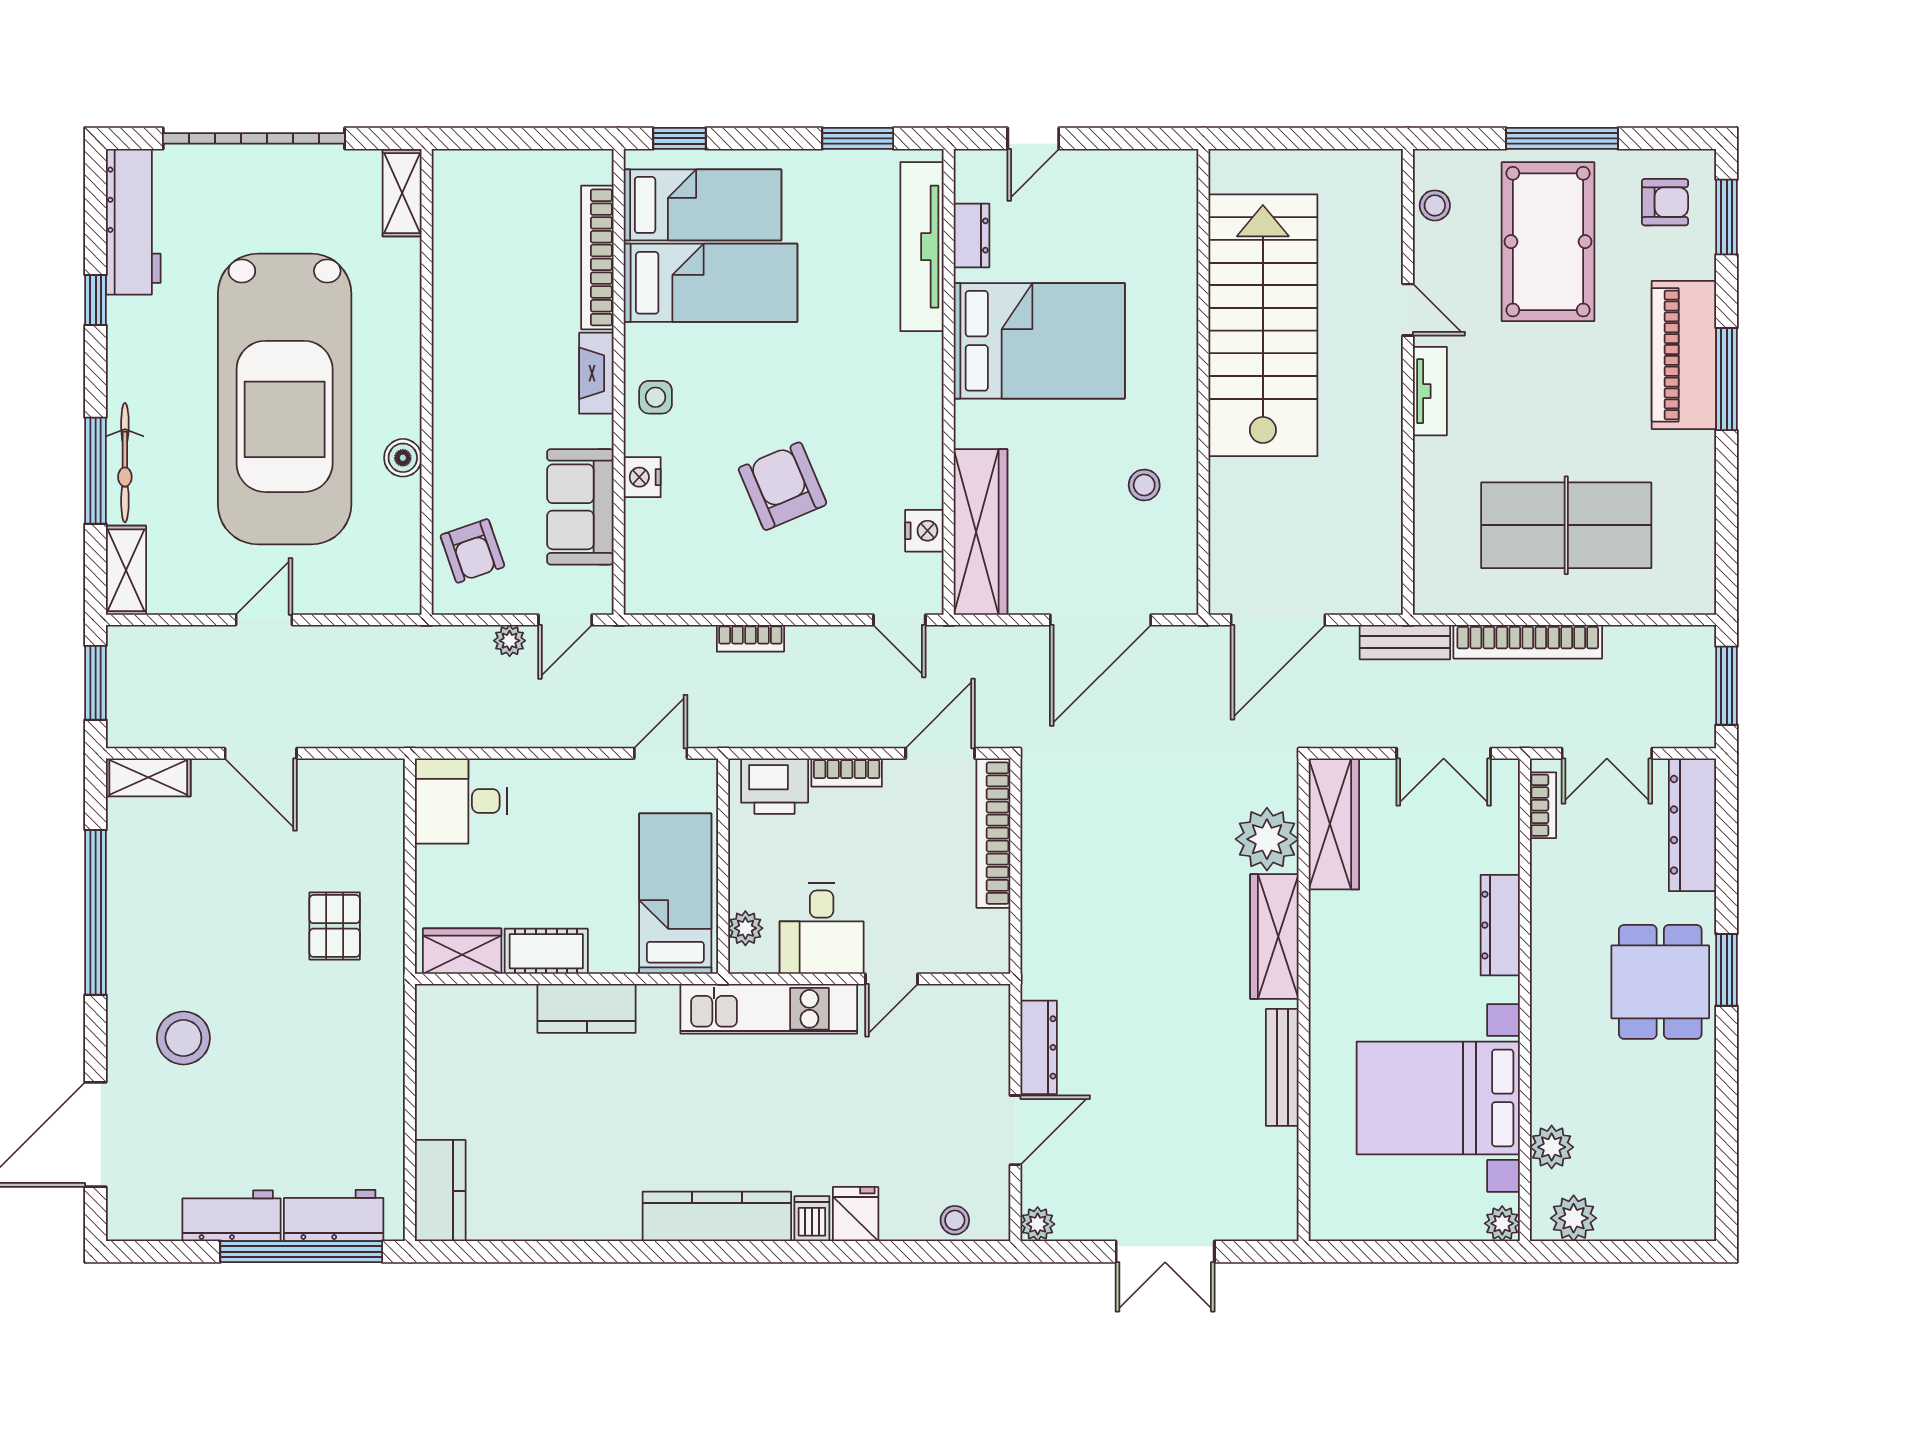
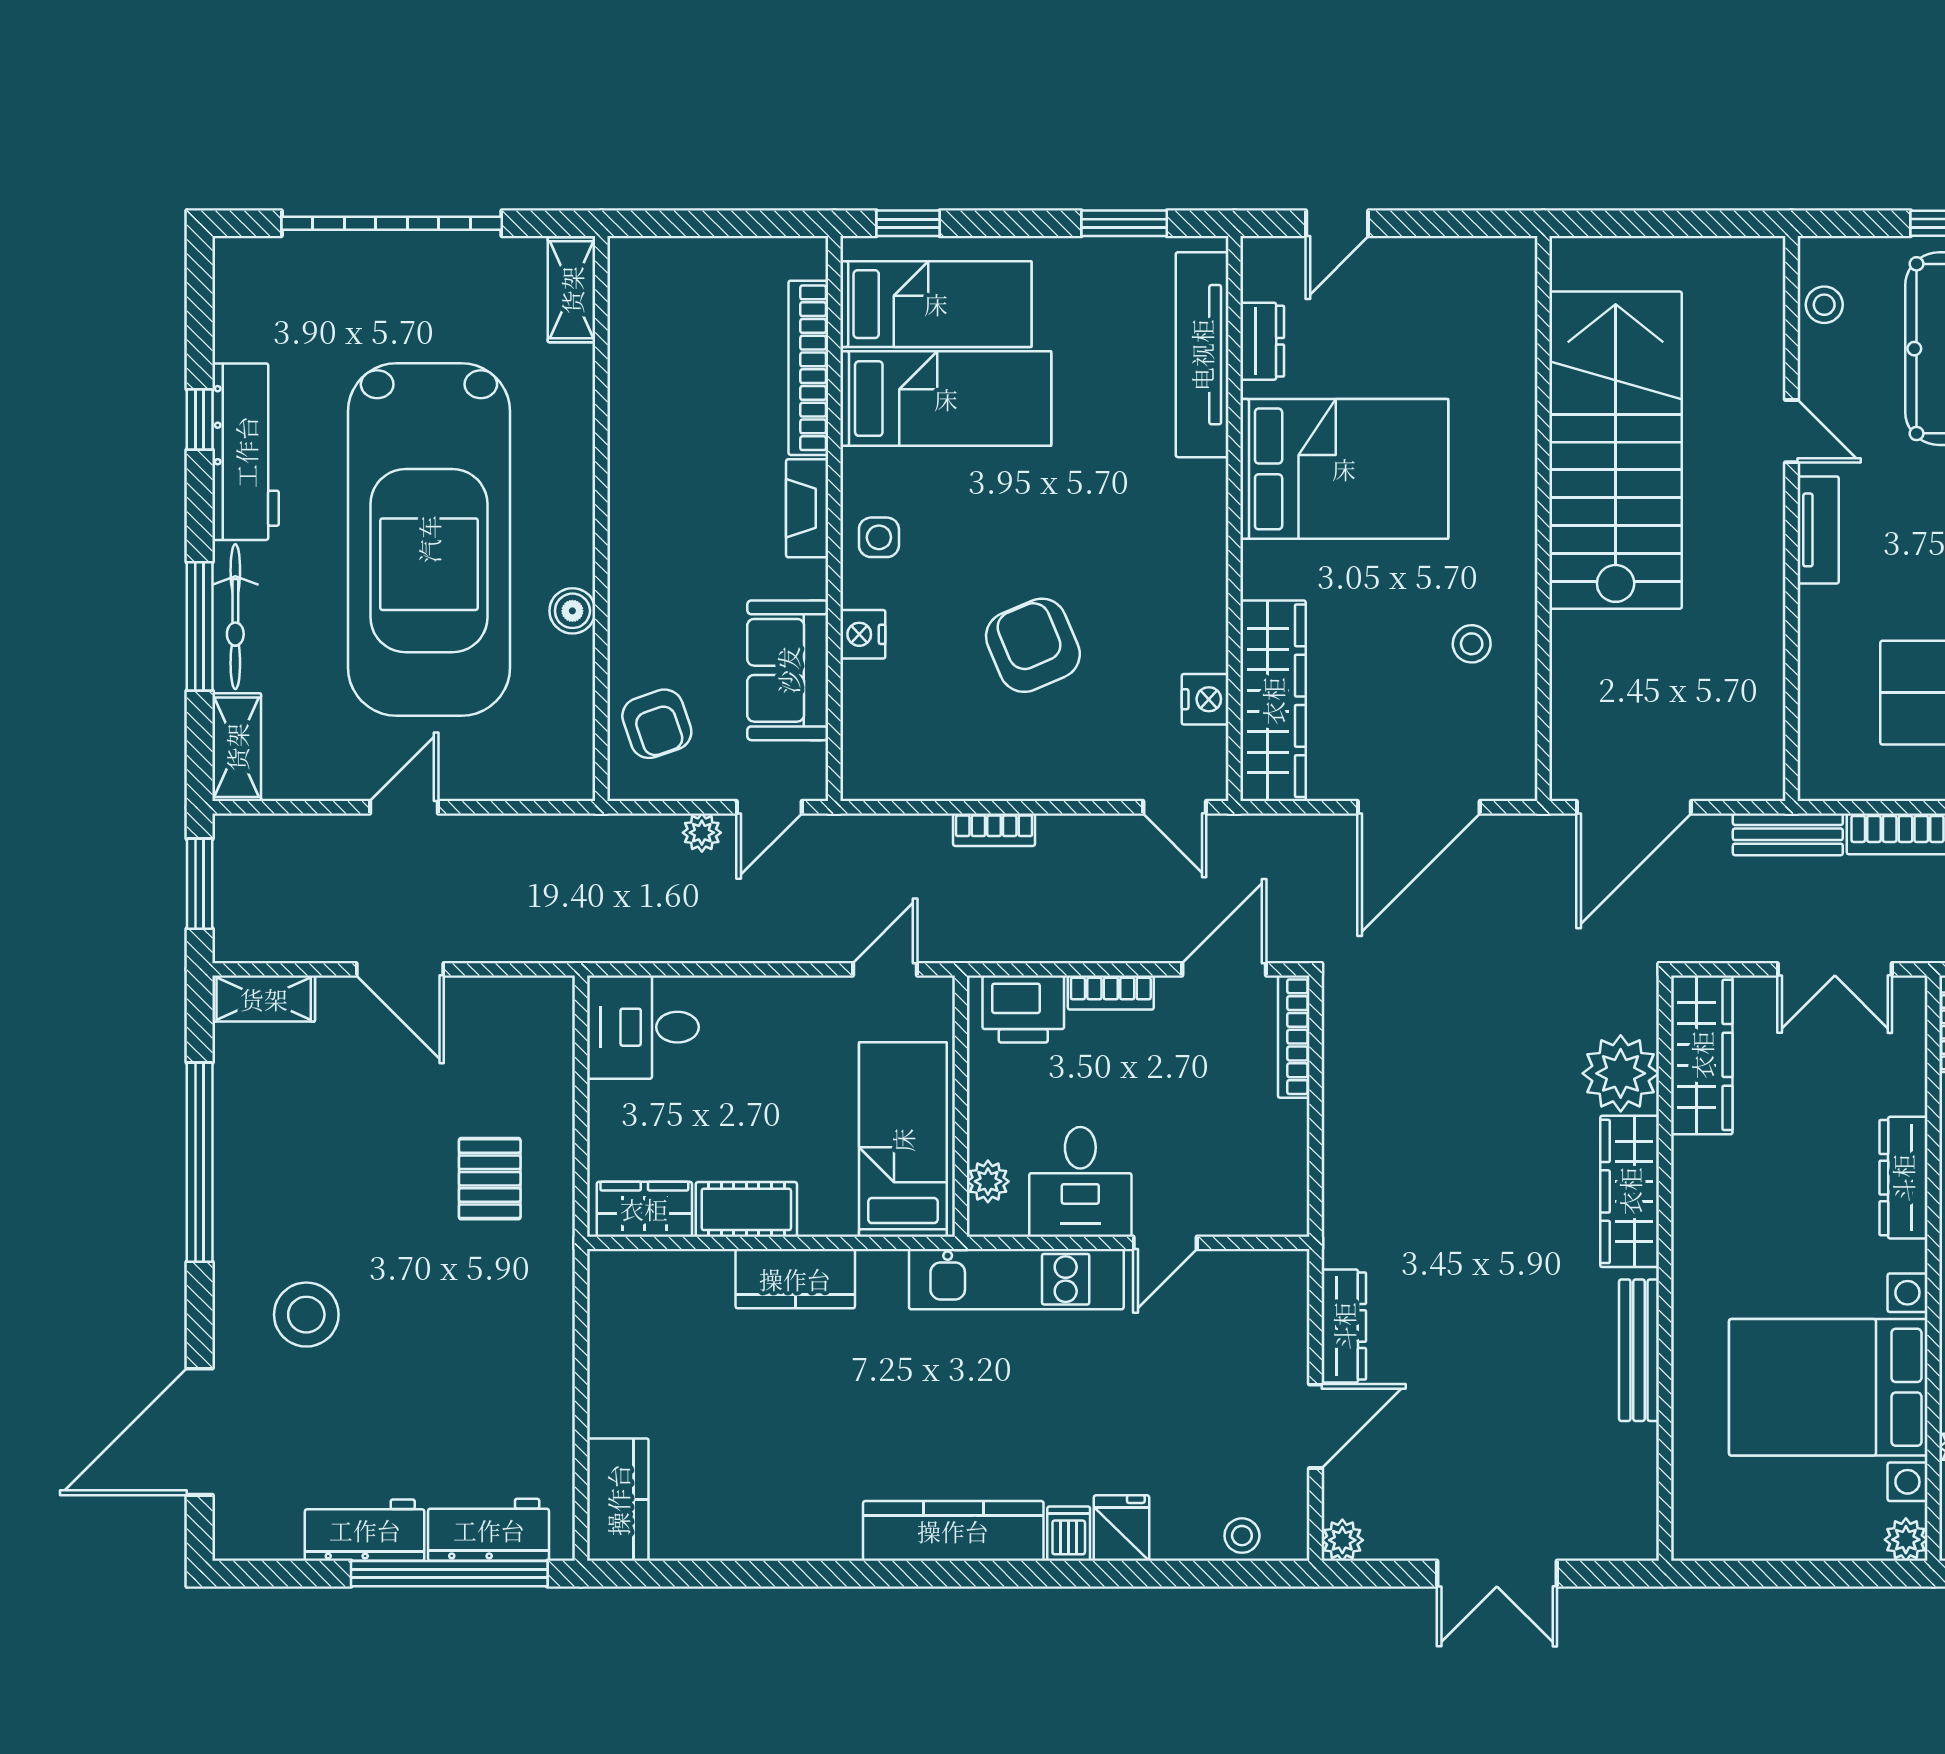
workbench: (133, 222) -> (246, 452), moved
bookcase: (993, 833) -> (1294, 1037), width x0.68, depth x0.76

